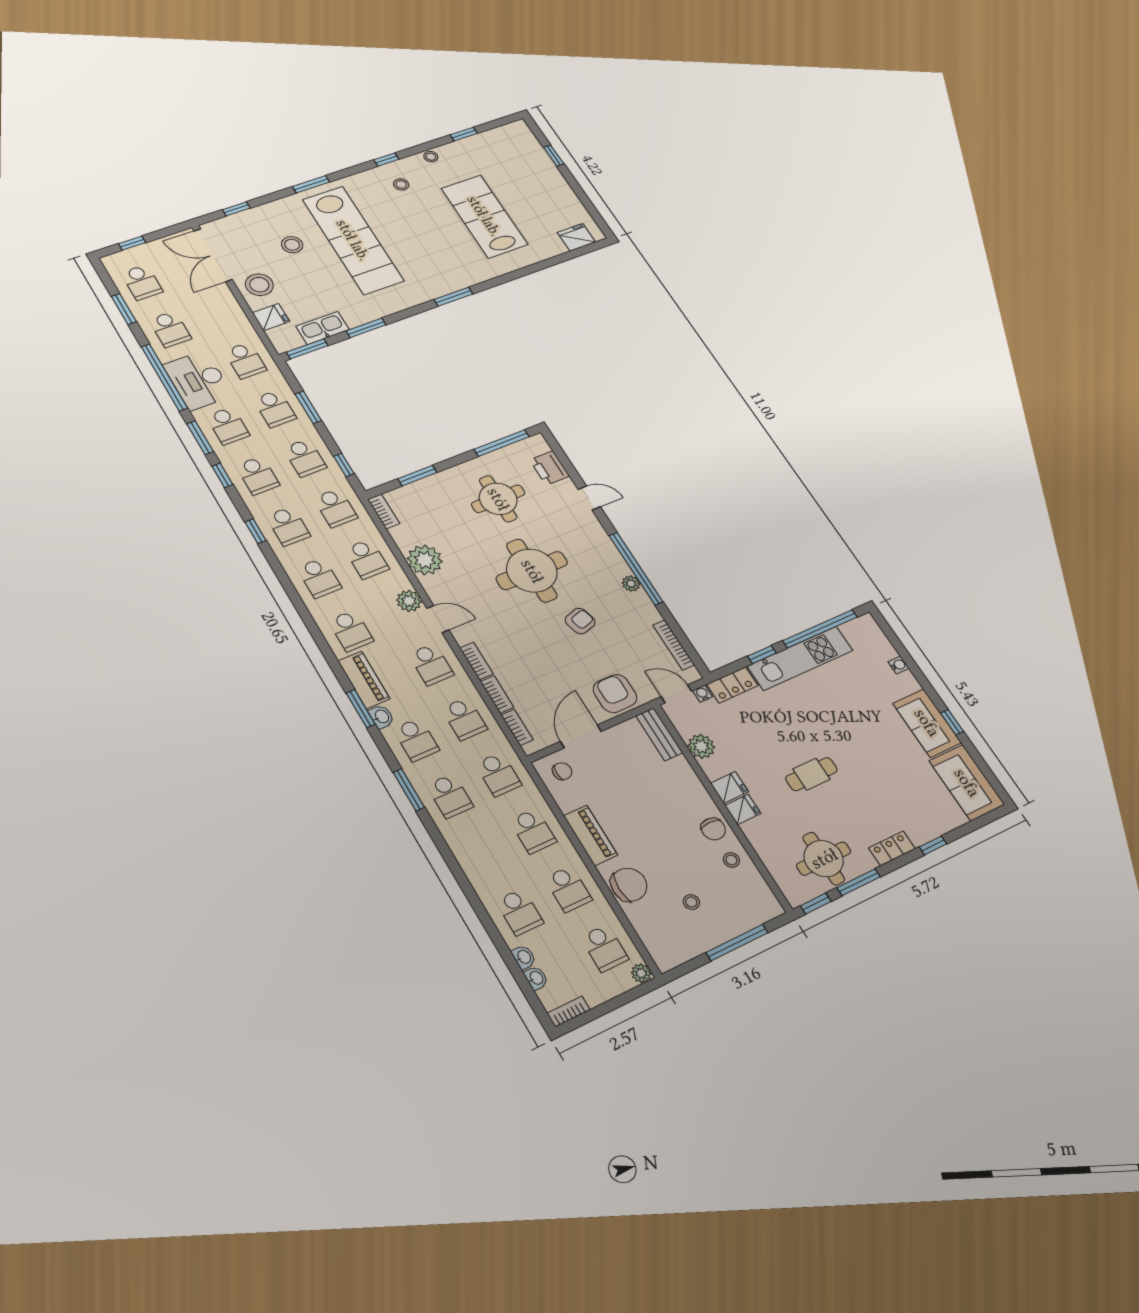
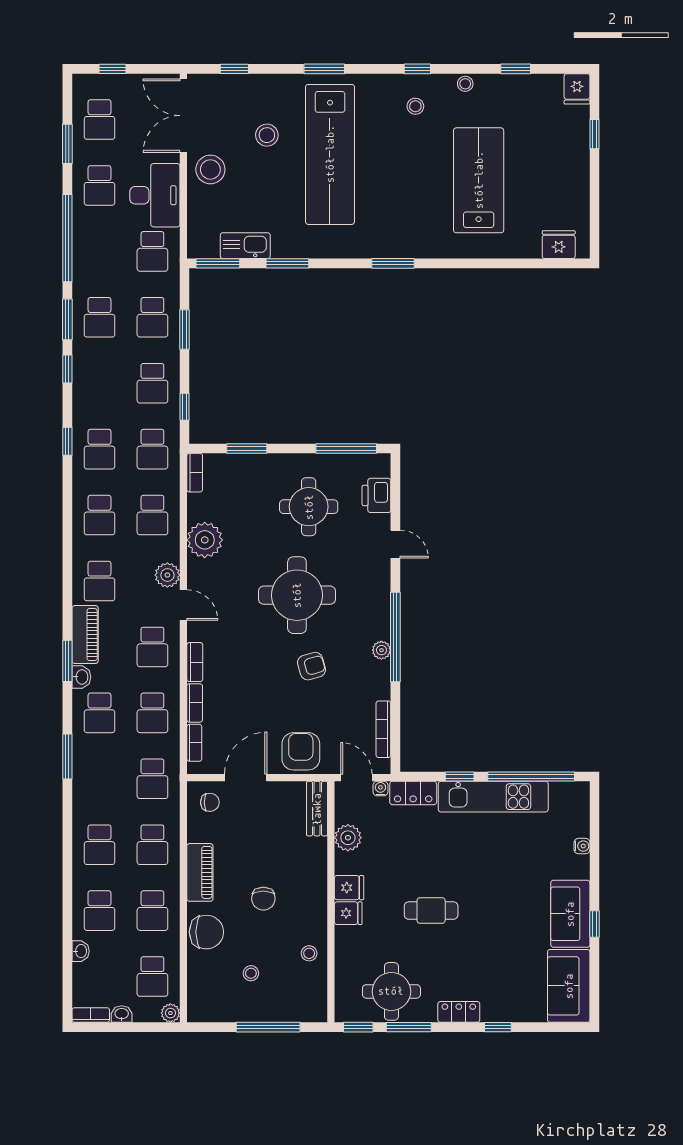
fridge: (271, 317) -> (577, 89), moved, turned 90
desk: (198, 380) -> (155, 195), moved, turned 180
school desk: (258, 475) -> (99, 383), removed
school desk: (450, 796) -> (99, 845), moved
chair: (713, 829) -> (263, 899), moved
washbasin: (536, 978) -> (122, 1014), moved, turned -90

